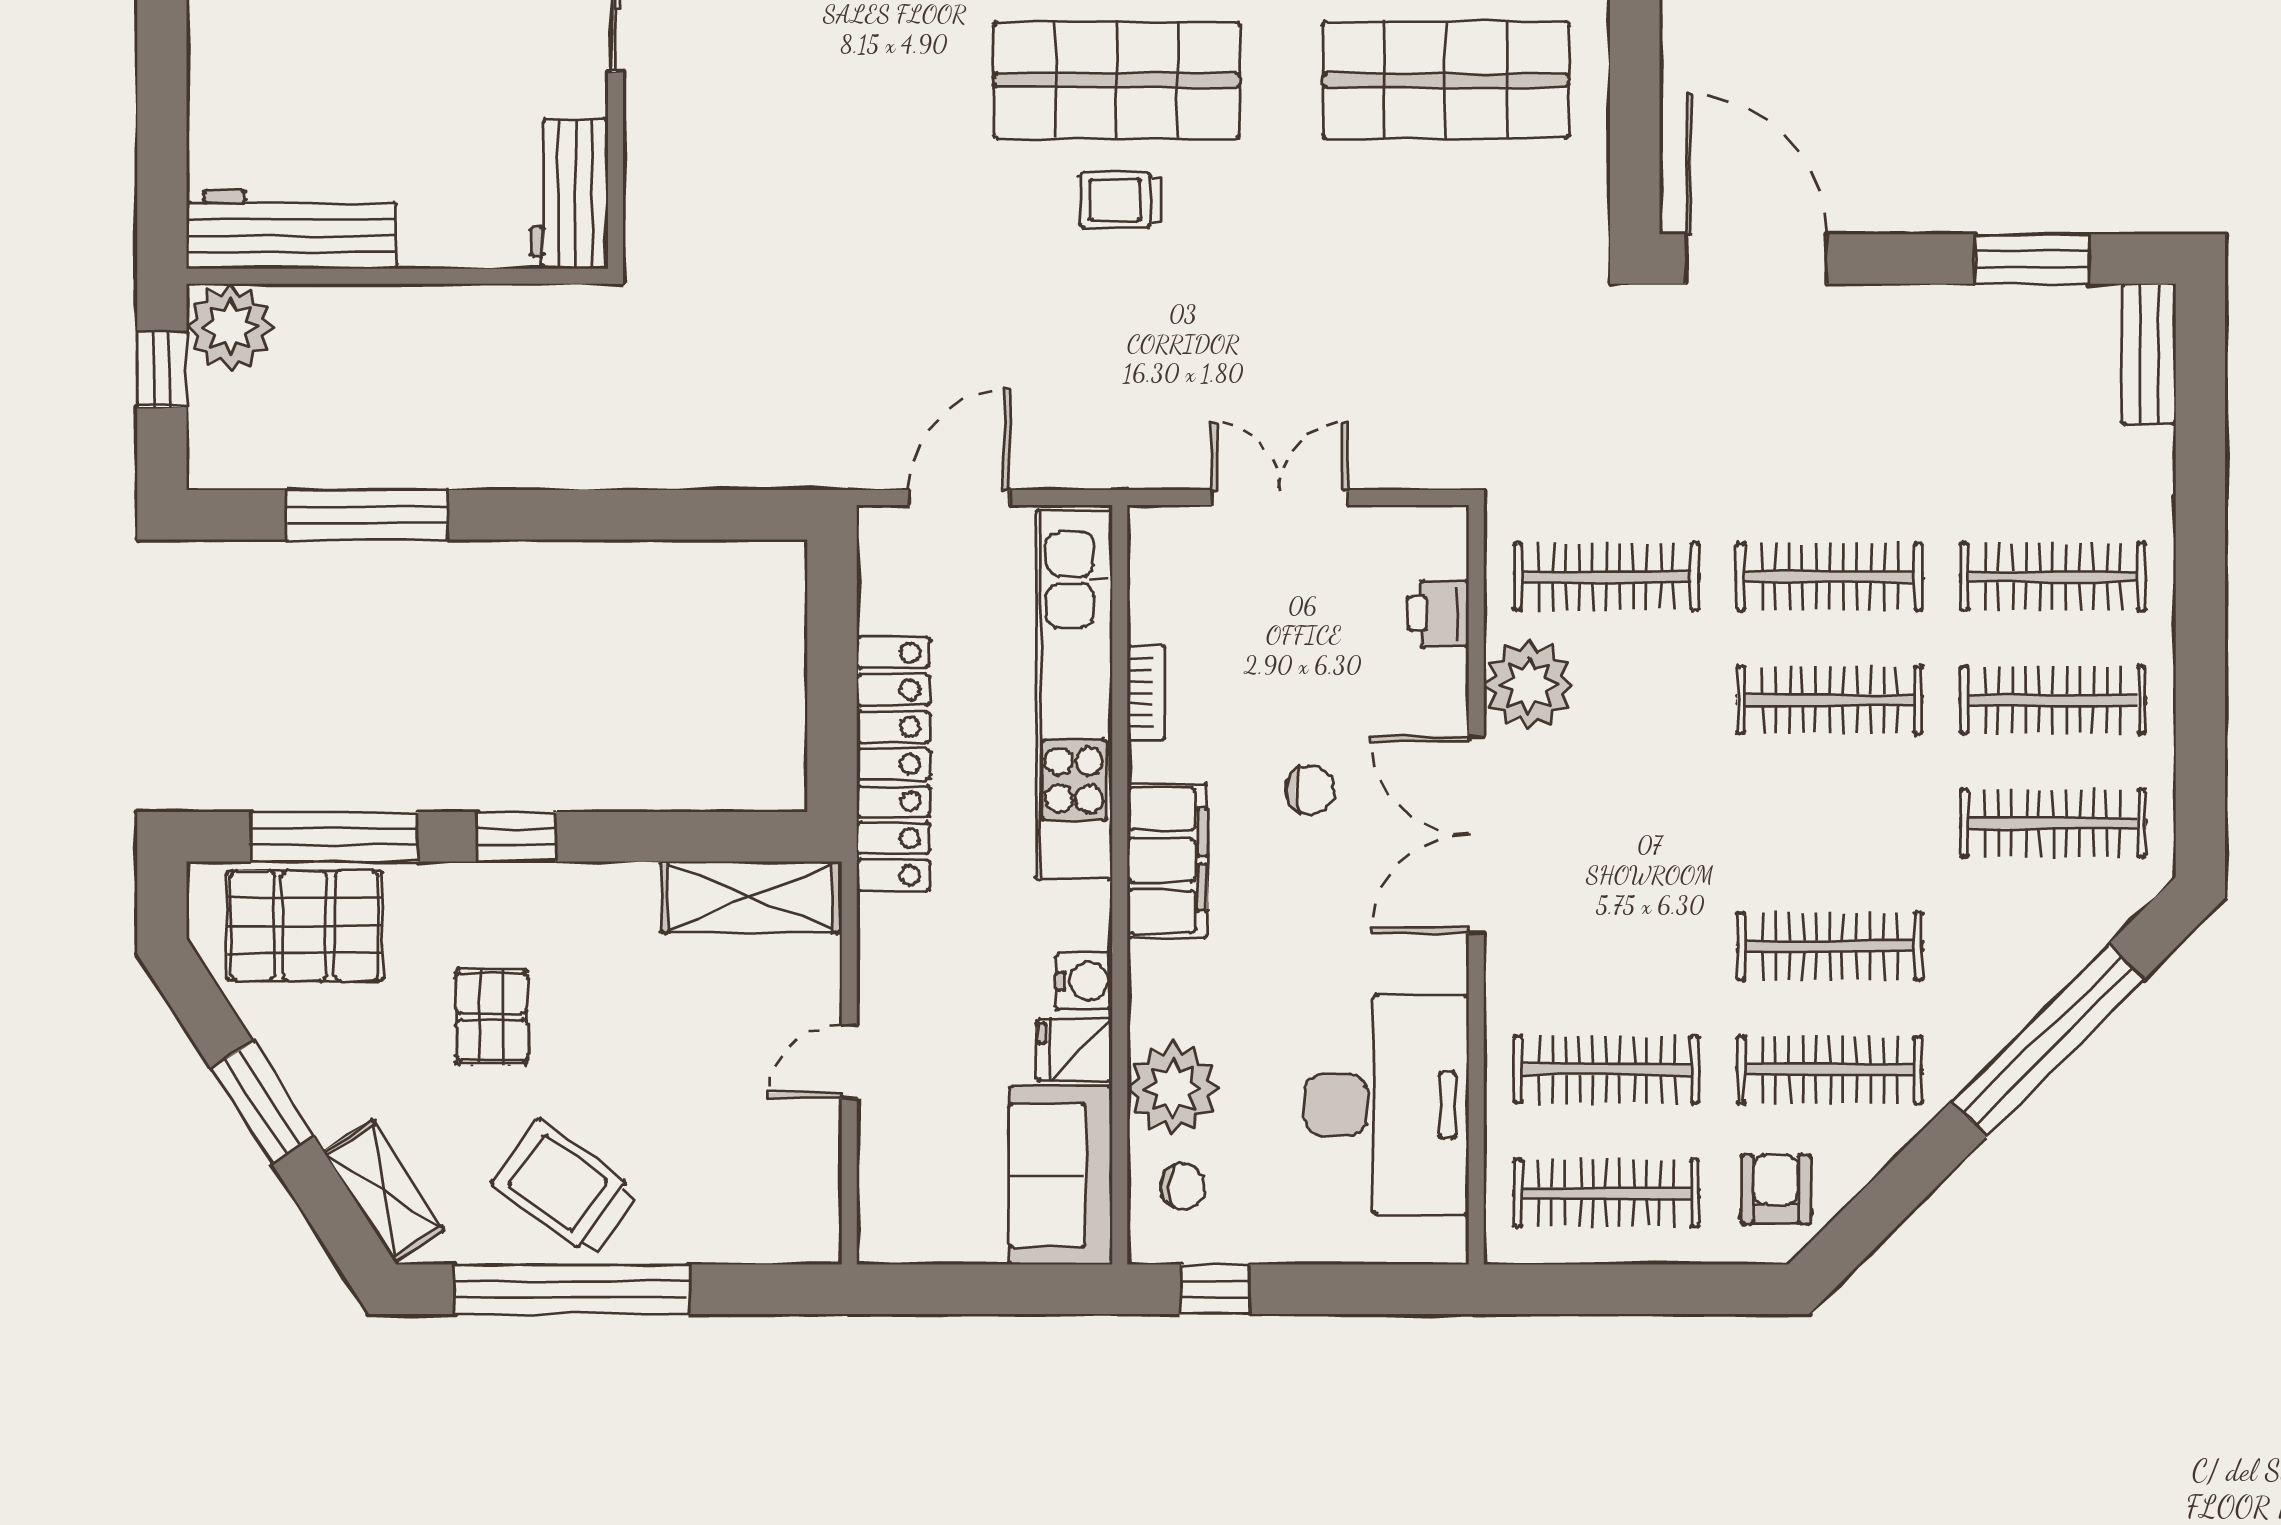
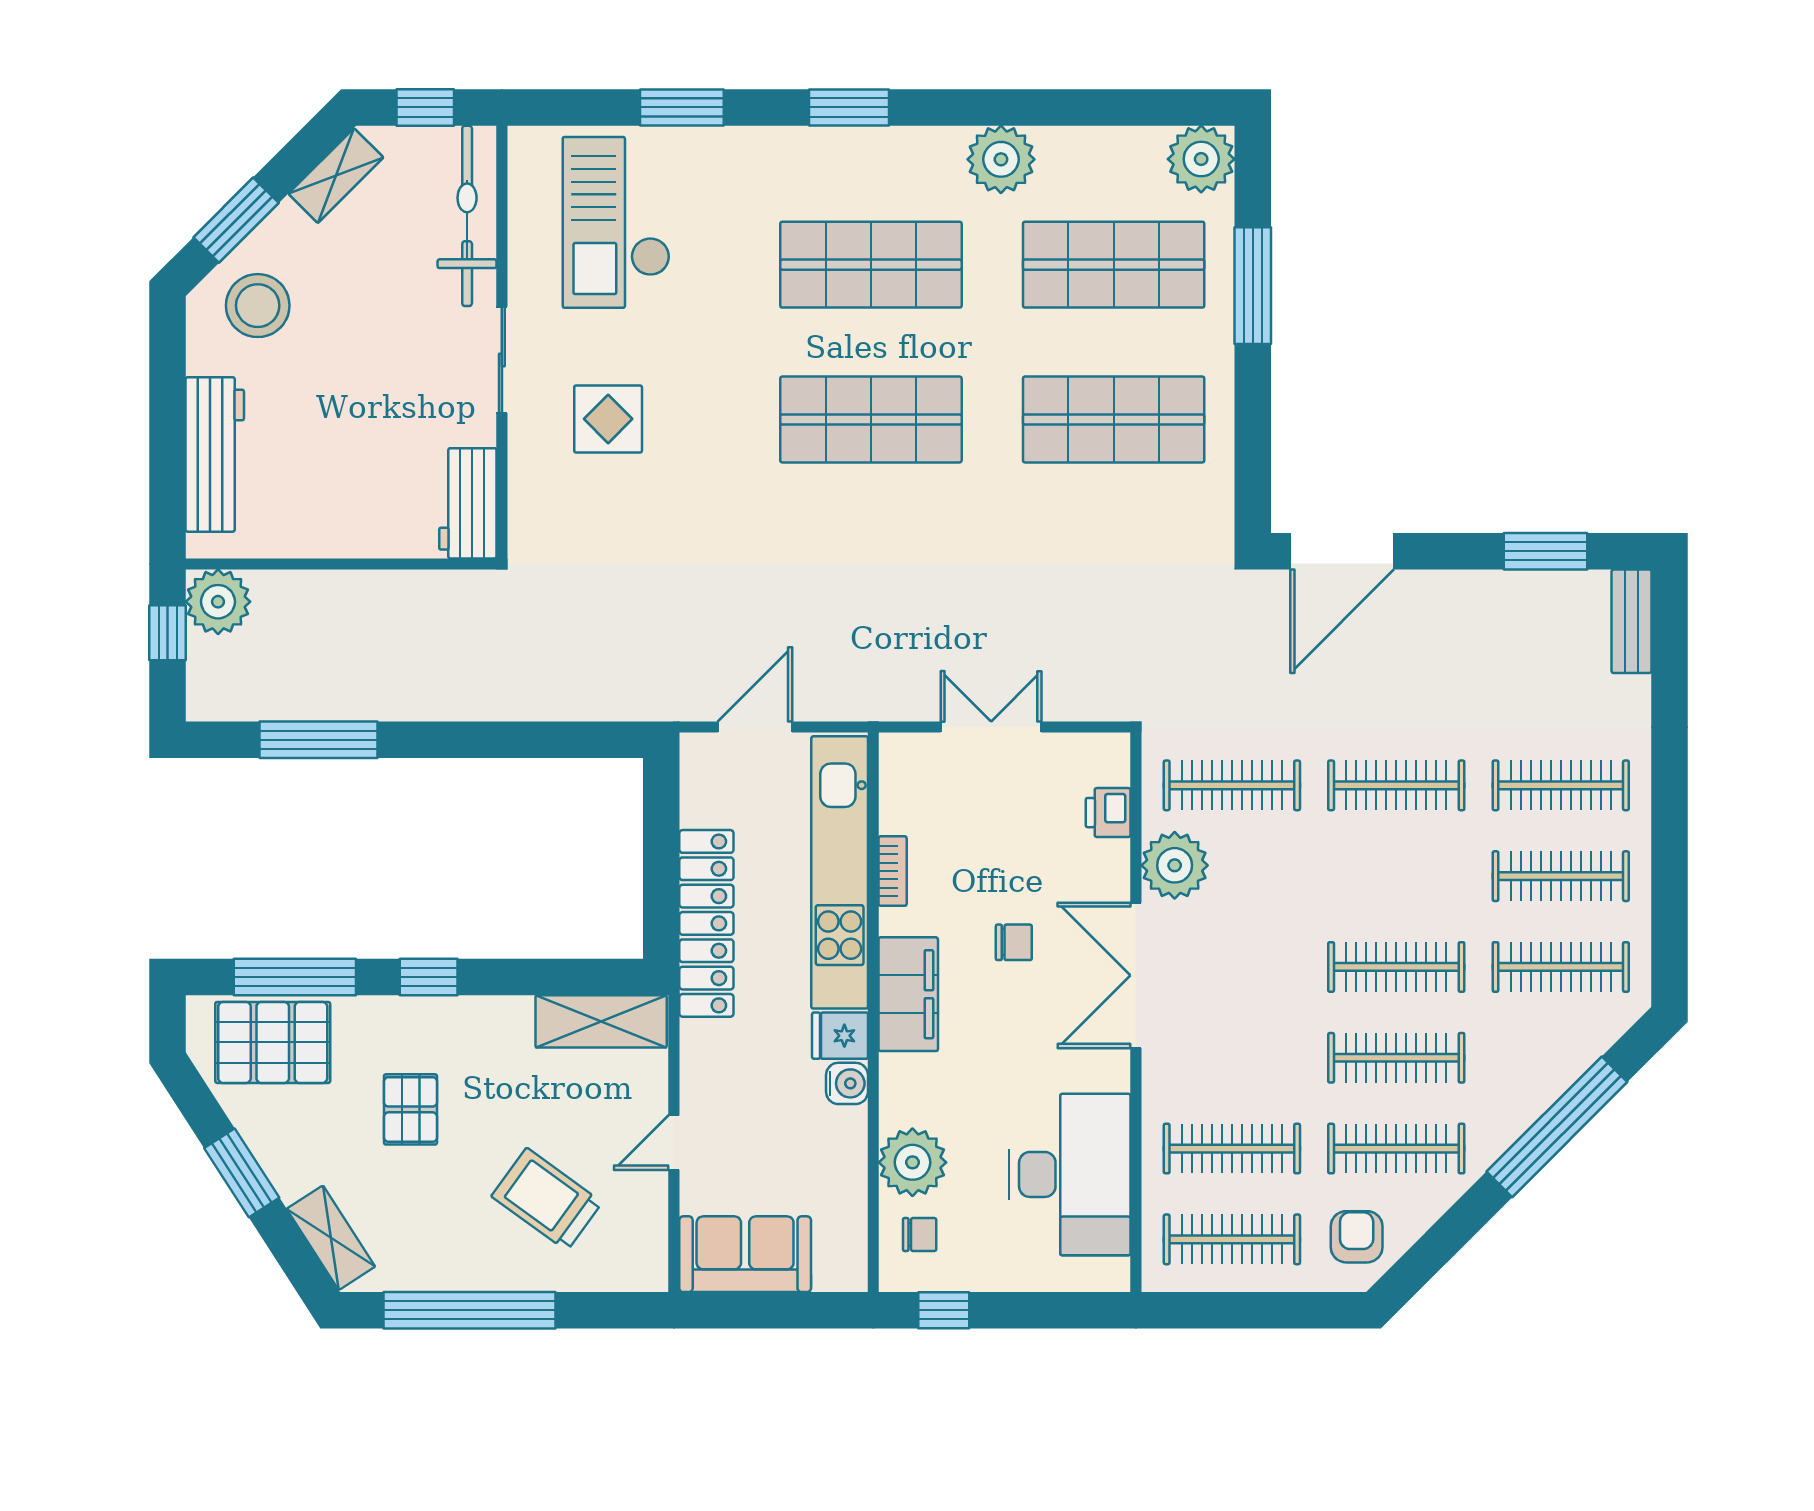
display table: (760, 79) -> (608, 419), added
trolley: (1121, 200) -> (874, 508), removed
workbench: (291, 229) -> (215, 454), moved, turned 90
door: (1756, 259) -> (1342, 551), swing flipped
clothes rail: (1830, 700) -> (1396, 967), moved
fridge: (1075, 1050) -> (840, 1036), moved
sofa: (1061, 1175) -> (745, 1254), moved, turned 90
trolley: (565, 1188) -> (547, 1199), moved

